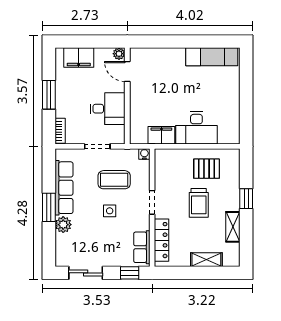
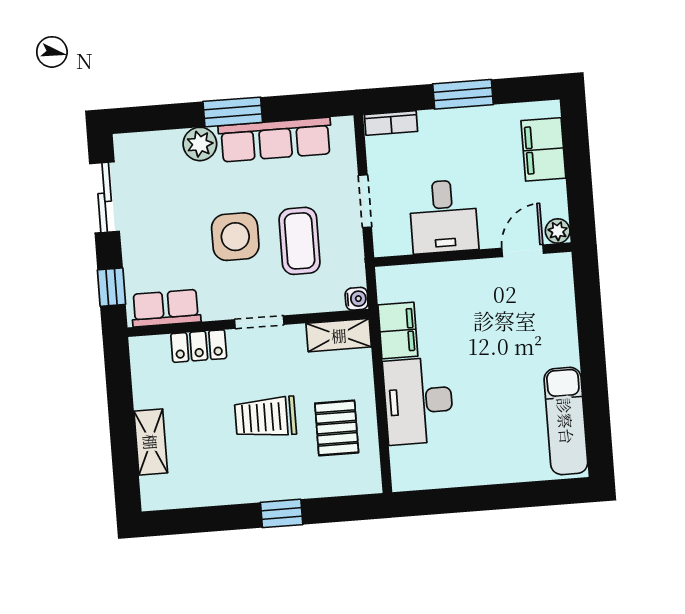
side table: (110, 211) -> (235, 237), width x1.87, depth x1.87
shelving: (233, 227) -> (339, 335), moved
locker: (161, 240) -> (199, 346), width x0.66

